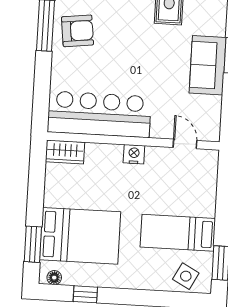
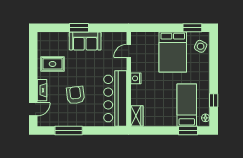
armchair: (78, 31) -> (75, 95), moved
bed: (178, 233) -> (173, 52), width x1.50
bed: (80, 236) -> (187, 105), width x0.67

